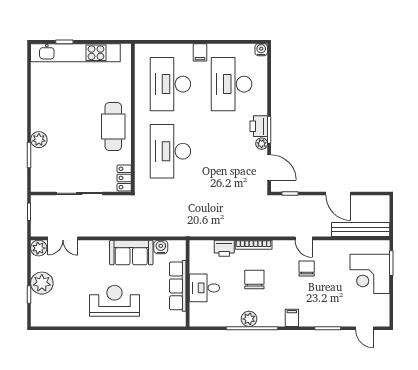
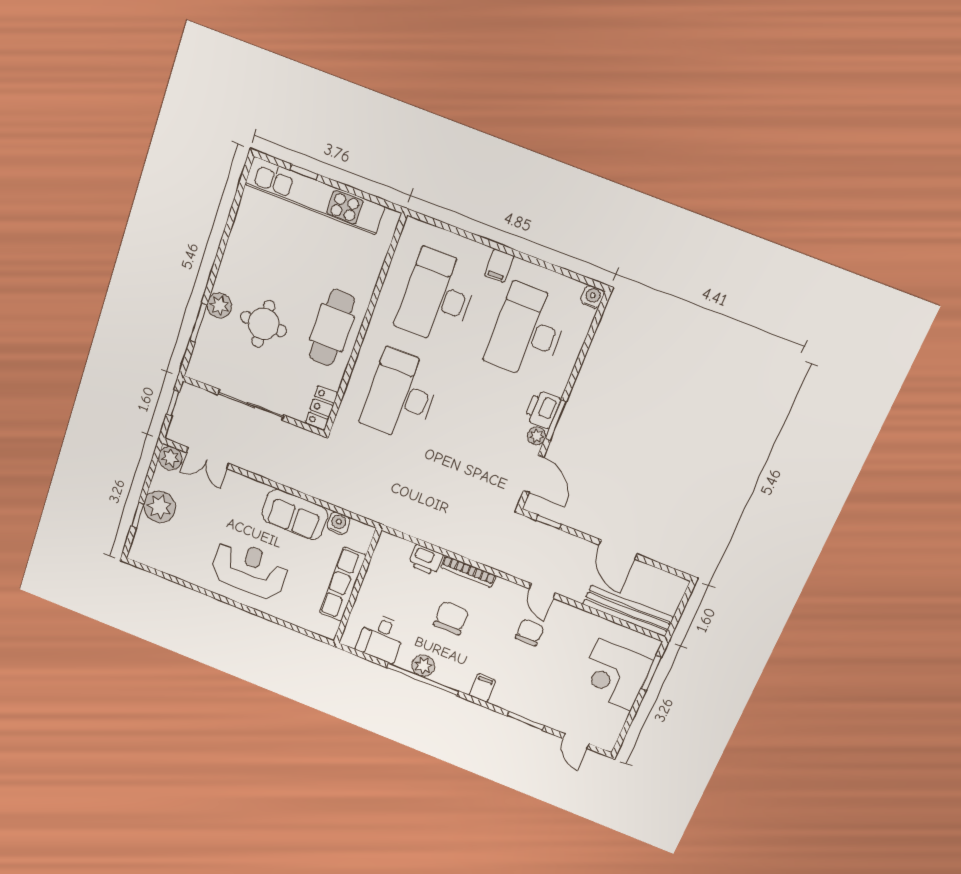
round table: (70, 140) -> (264, 324), added
desk: (204, 288) -> (381, 638), moved, turned -90

